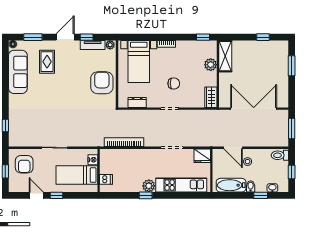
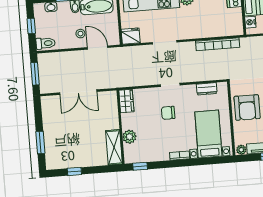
double door: (254, 109) -> (78, 92), width x0.73

